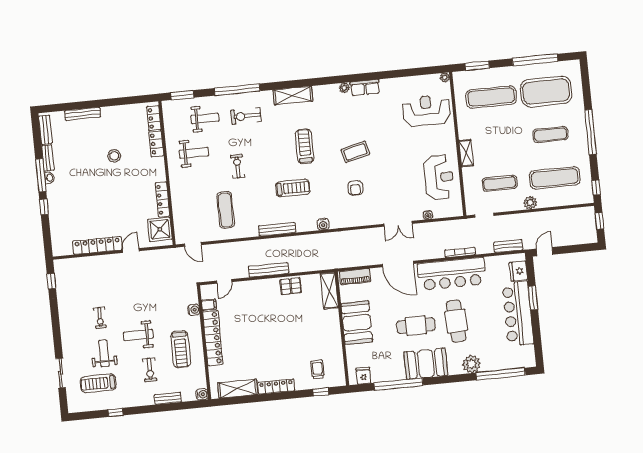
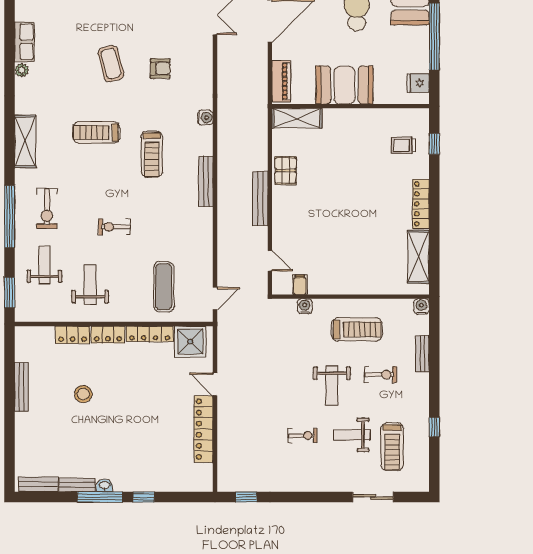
bench: (83, 114) -> (21, 387), moved
locker: (154, 118) -> (108, 335), moved
treadmill: (293, 188) -> (152, 154), turned 180
exercise mat: (226, 210) -> (164, 287), moved, turned 90
locker: (213, 338) -> (346, 284), removed

